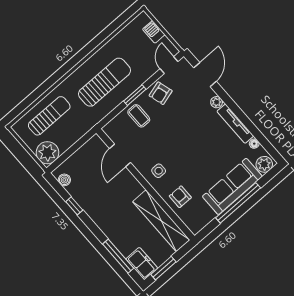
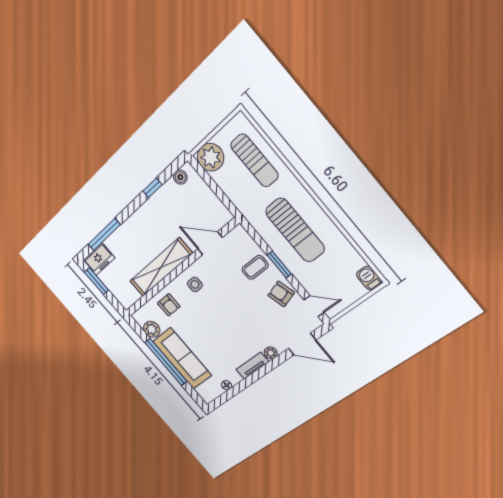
barbecue: (154, 32) -> (369, 278), moved, turned -90
tv unit: (235, 124) -> (252, 366), width x0.71
plant: (264, 164) -> (152, 329), moved
armchair: (180, 197) -> (169, 305), turned 90
shelving: (161, 221) -> (161, 267), moved

